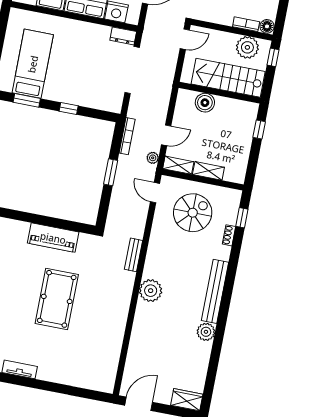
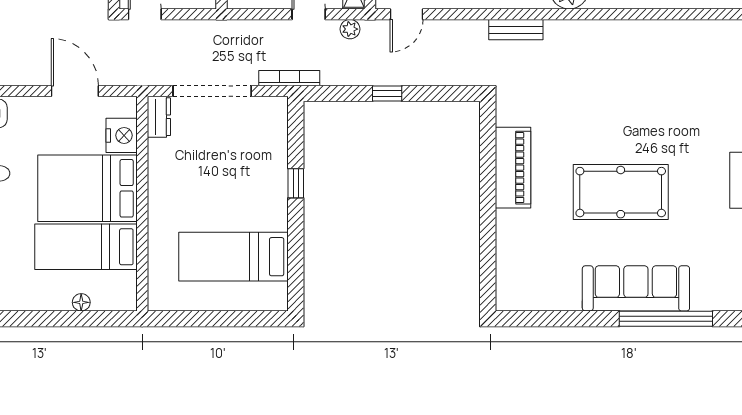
window: (27, 100) -> (296, 255), removed
bookcase: (127, 136) -> (289, 78), moved
window: (111, 172) -> (387, 94), width x0.67
pool table: (57, 299) -> (621, 192), moved

